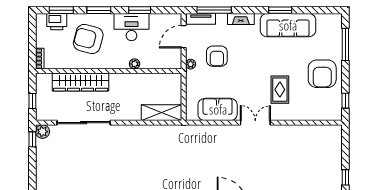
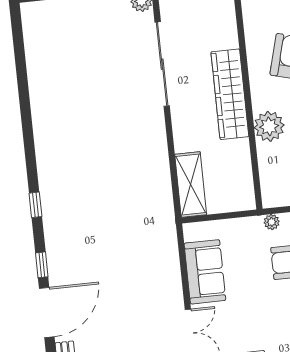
plant: (135, 64) -> (269, 126), width x1.88, depth x1.88
wardrobe: (81, 82) -> (230, 94), moved

